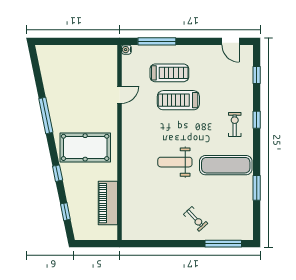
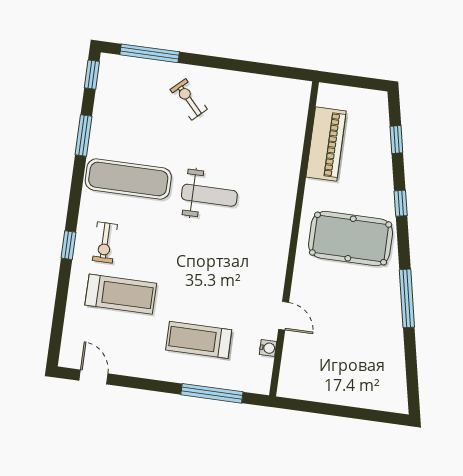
water cooler: (126, 50) -> (268, 348), moved
window: (257, 75) -> (92, 75), moved
door: (120, 95) -> (284, 316), swing flipped
treadmill: (178, 100) -> (121, 294), moved

